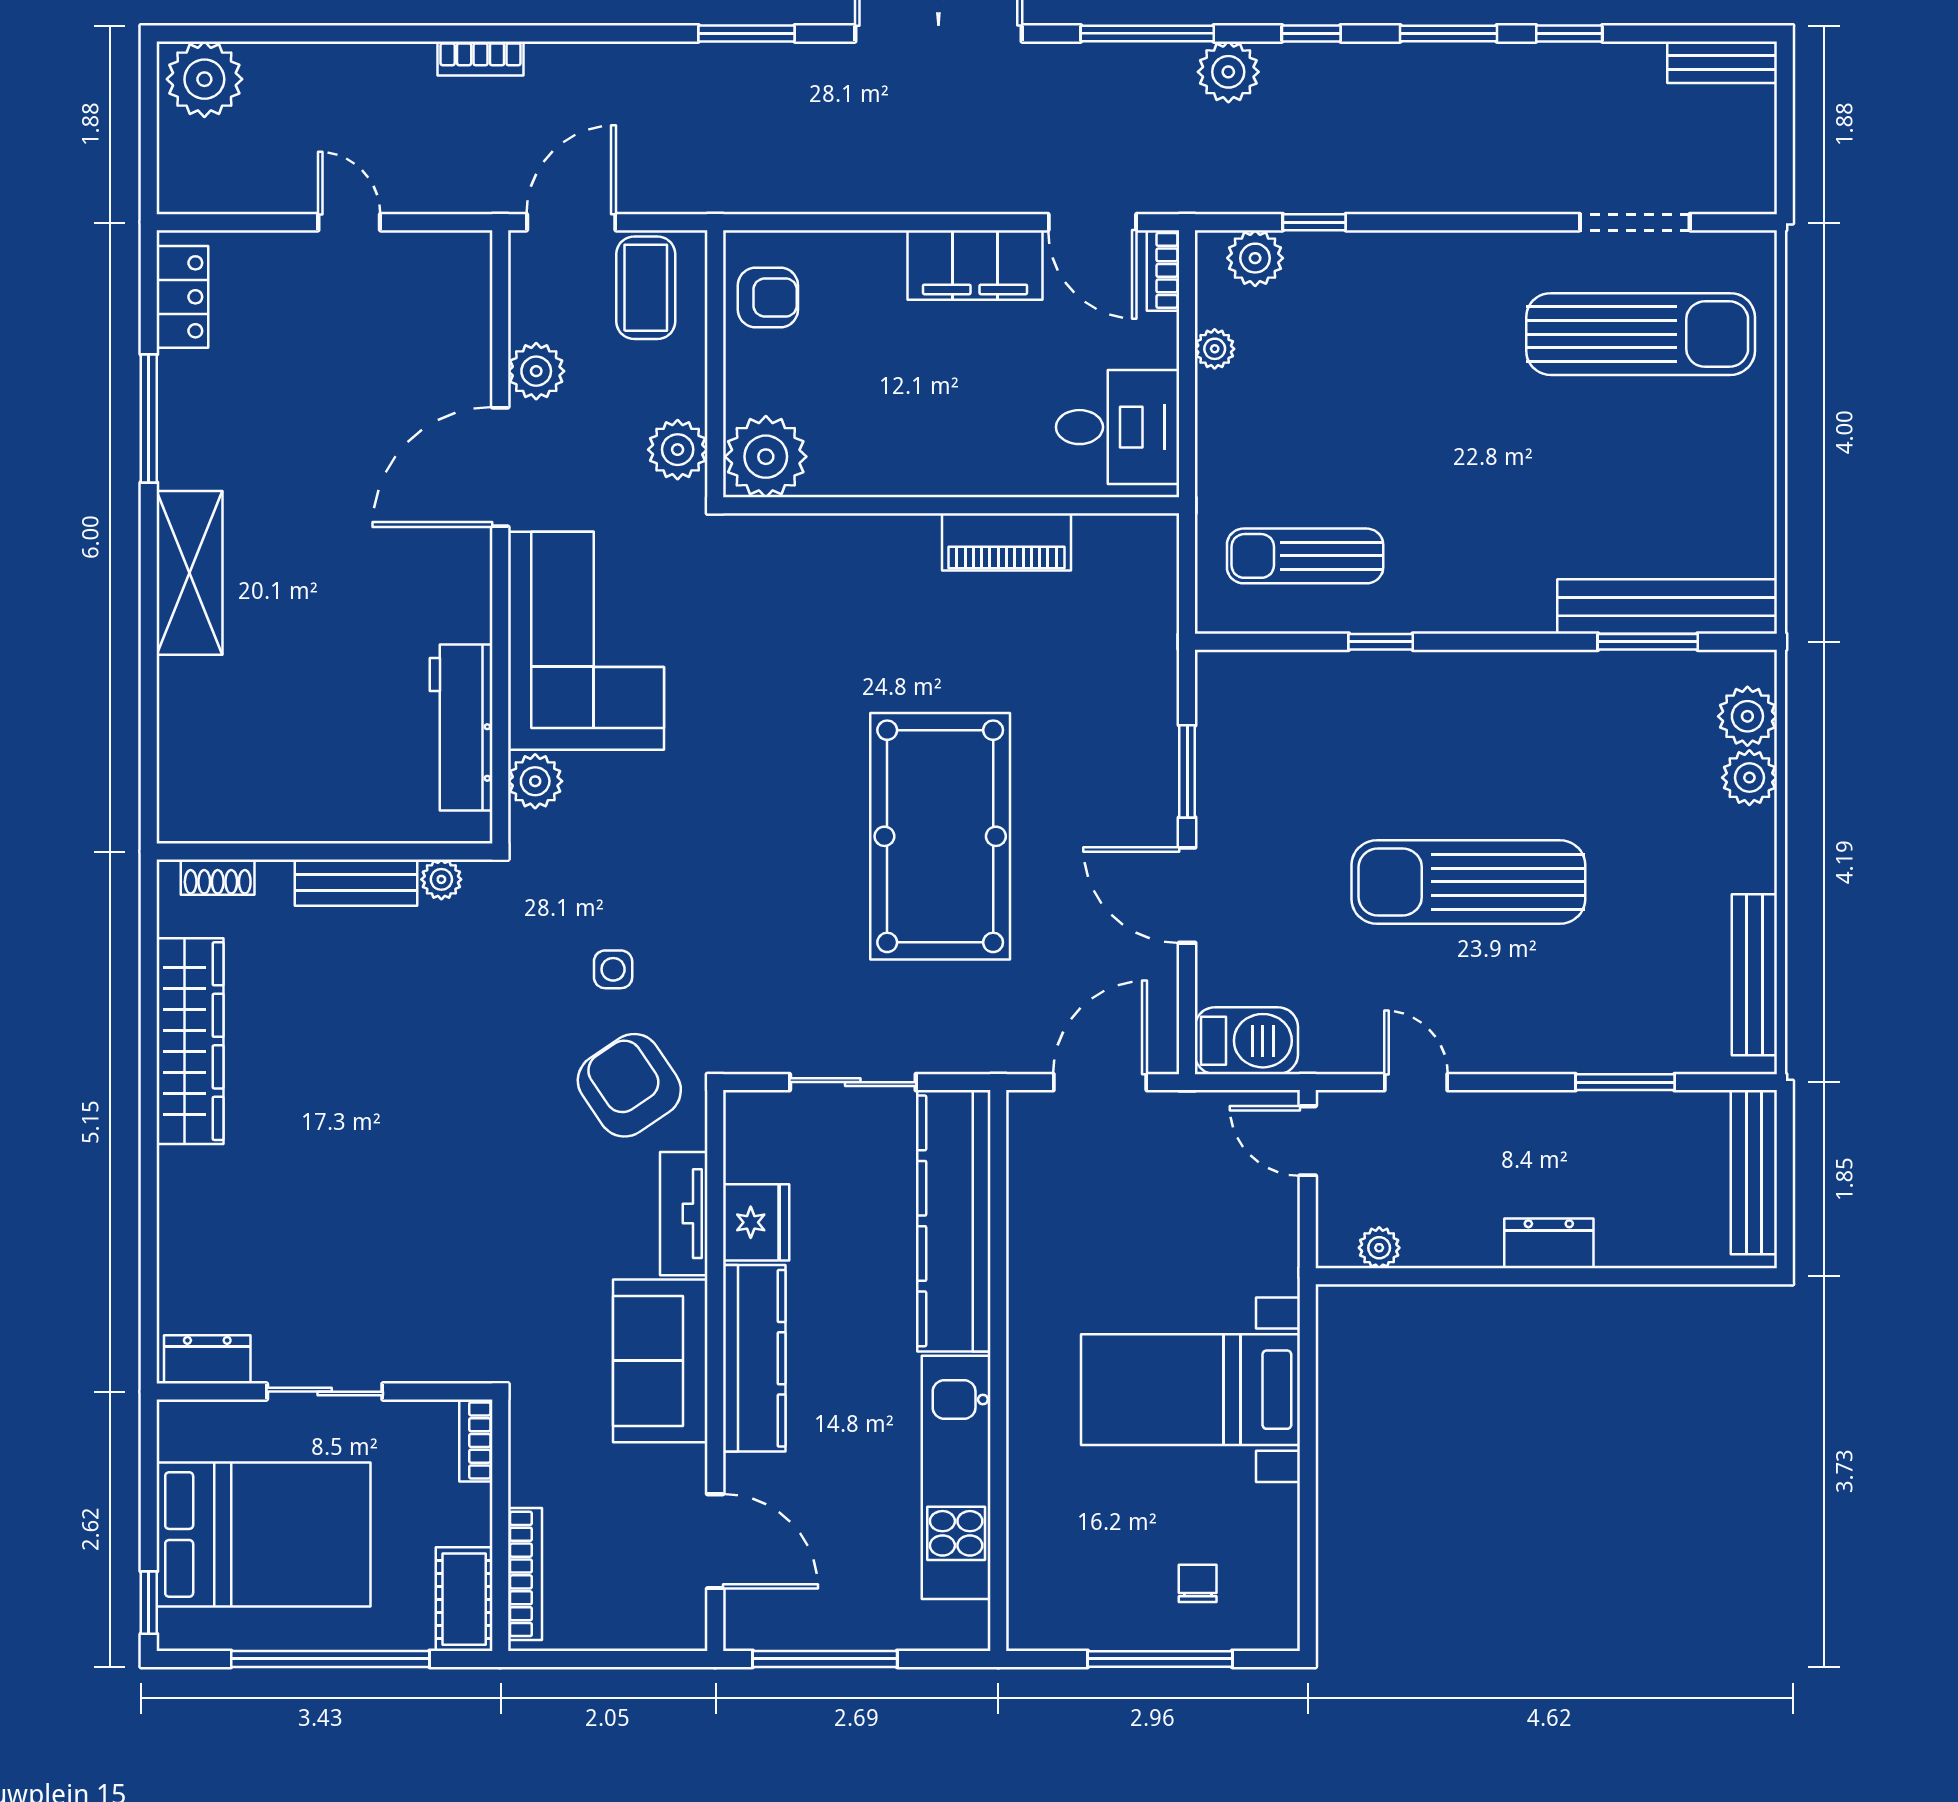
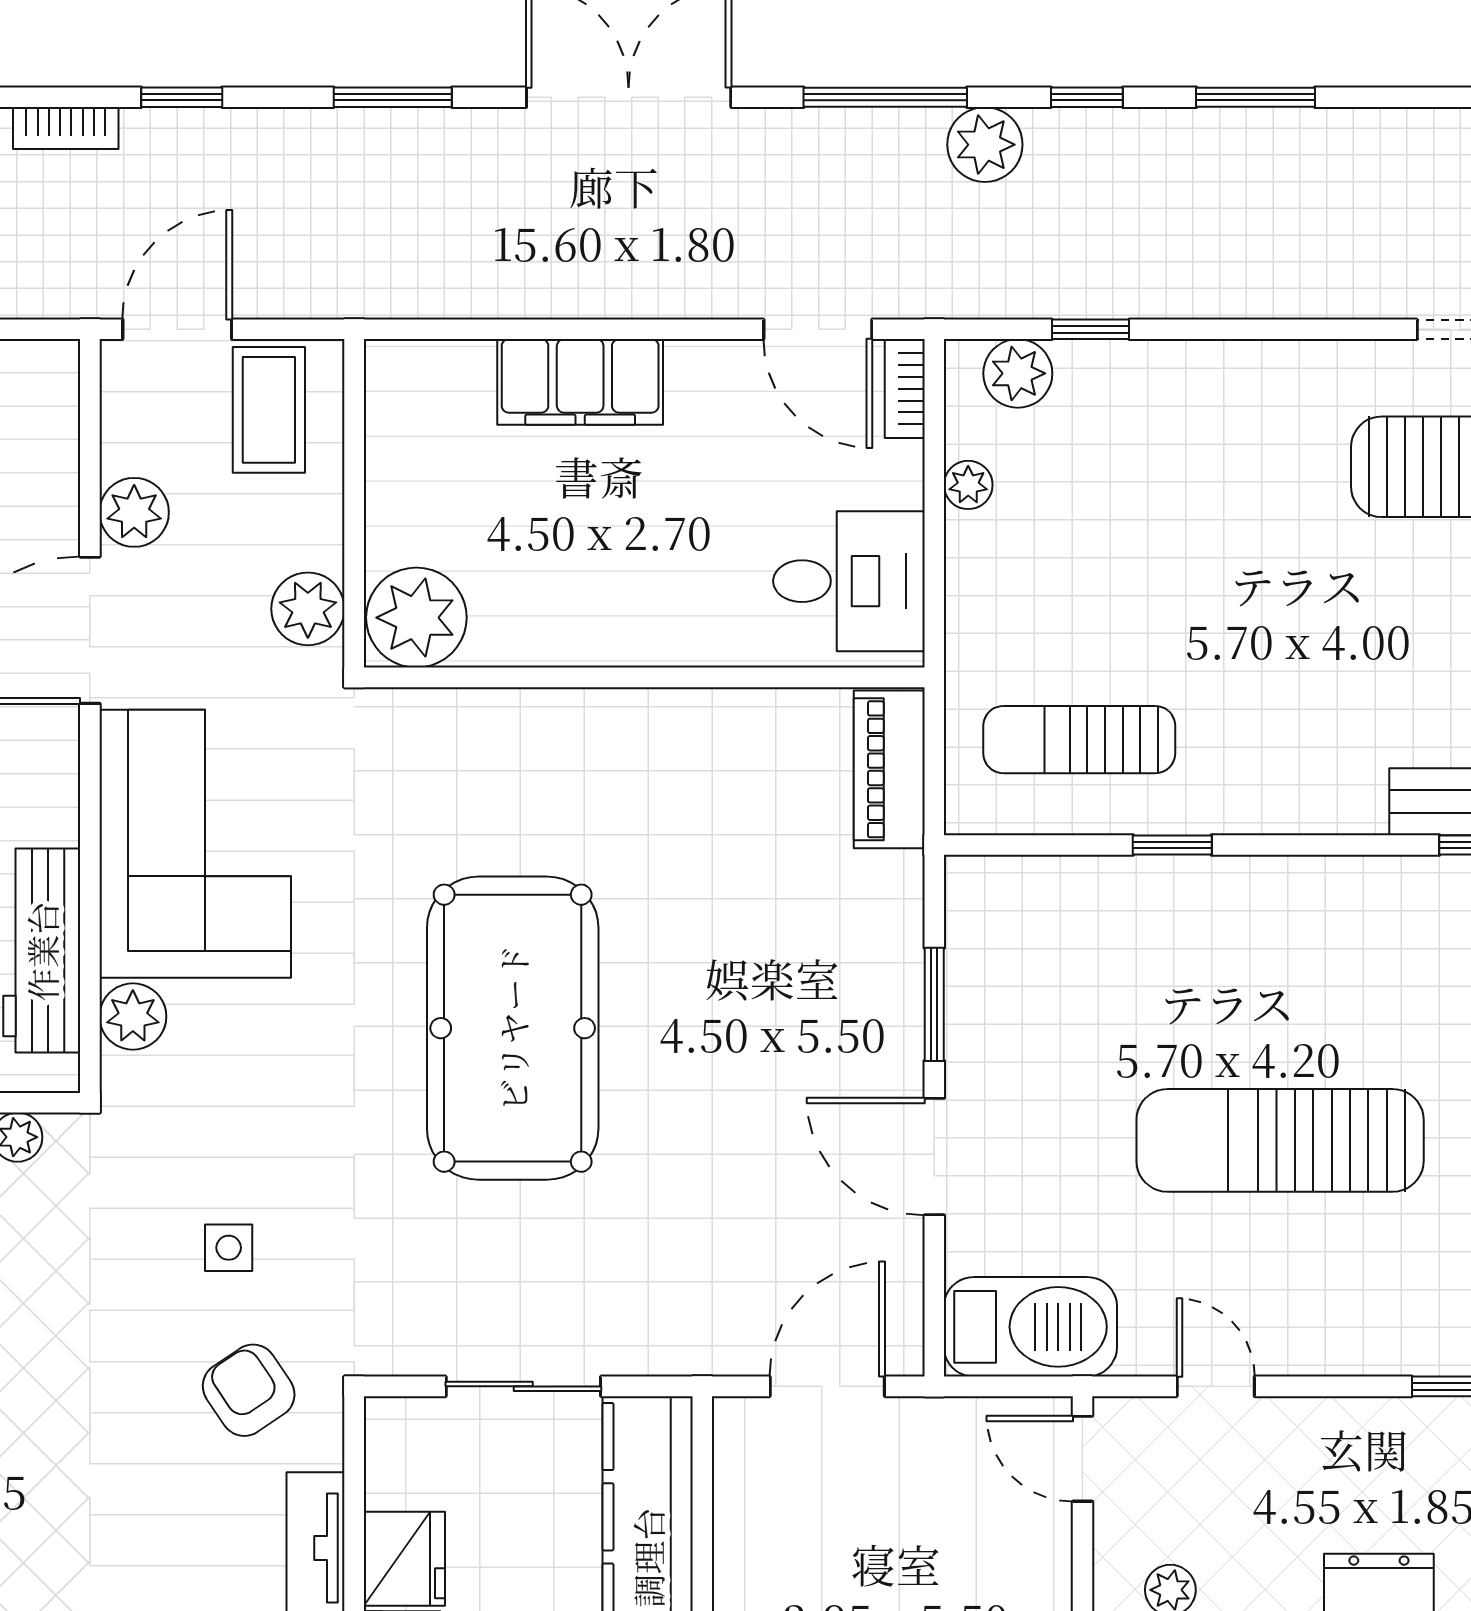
window: (1569, 33) -> (182, 97), moved
filing cabinet: (975, 265) -> (580, 382), moved
armchair: (768, 297) -> (419, 422), removed
piano: (1006, 542) -> (889, 769), moved, turned 90
pool table: (940, 836) -> (513, 1028), moved
barbecue: (1246, 1041) -> (1030, 1327), width x1.37, depth x1.21
armchair: (629, 1085) -> (249, 1390), width x0.72, depth x0.72

